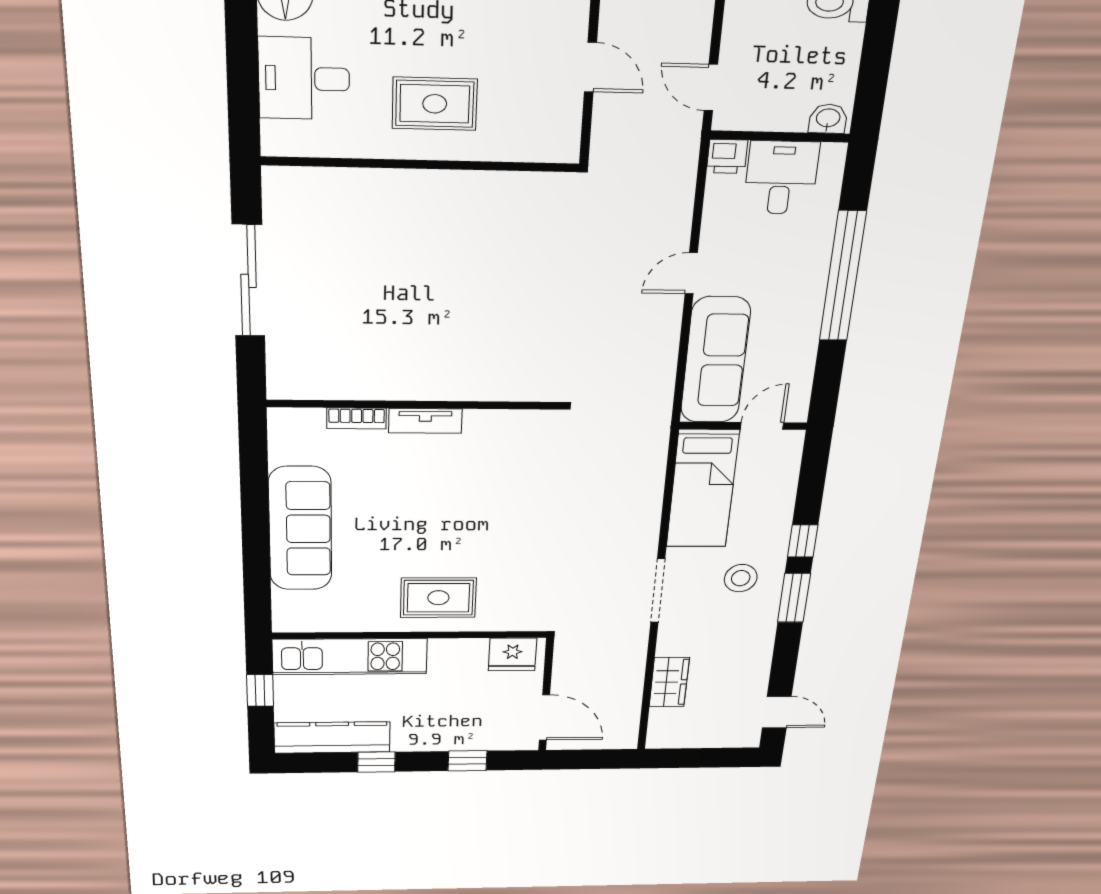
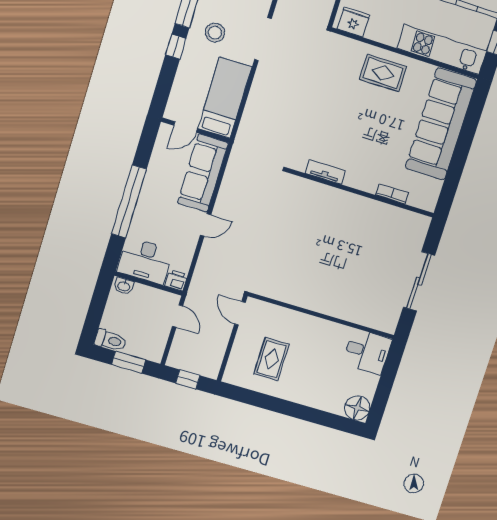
door: (591, 67) -> (240, 313), moved
desk: (304, 79) -> (367, 351), moved
rug: (435, 104) -> (271, 359), moved, turned 90
desk: (781, 178) -> (145, 261), width x1.37
tv unit: (425, 421) -> (325, 172), moved
sofa: (300, 529) -> (441, 124), width x1.36, depth x1.27

